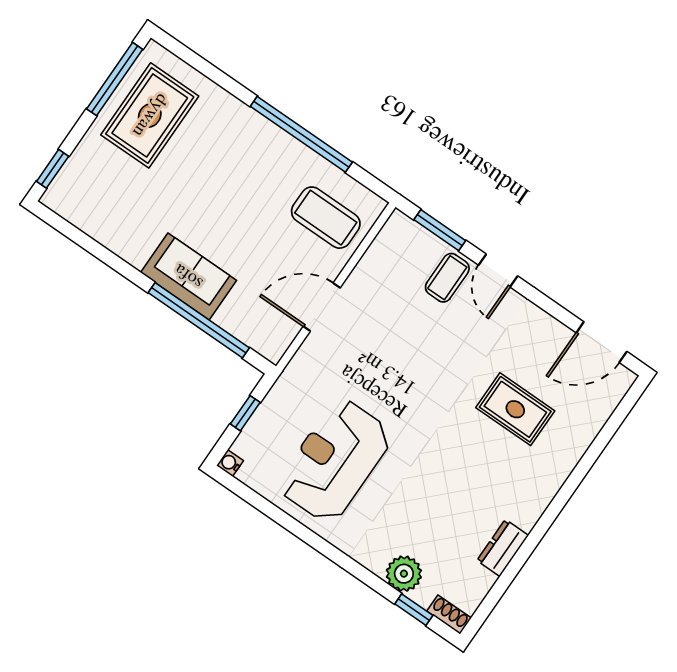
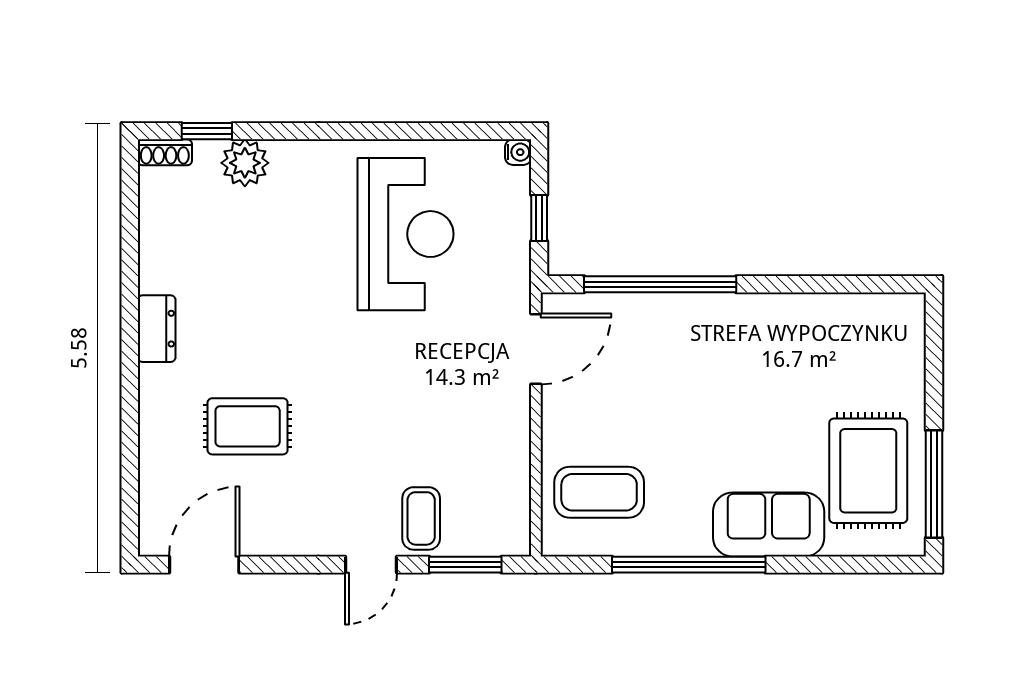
window: (53, 169) -> (934, 339), removed
door: (498, 271) -> (371, 565), swing flipped
sofa: (189, 276) -> (769, 525), moved, turned 180
door: (322, 307) -> (536, 349), moved
dresser: (503, 548) -> (157, 329), moved

